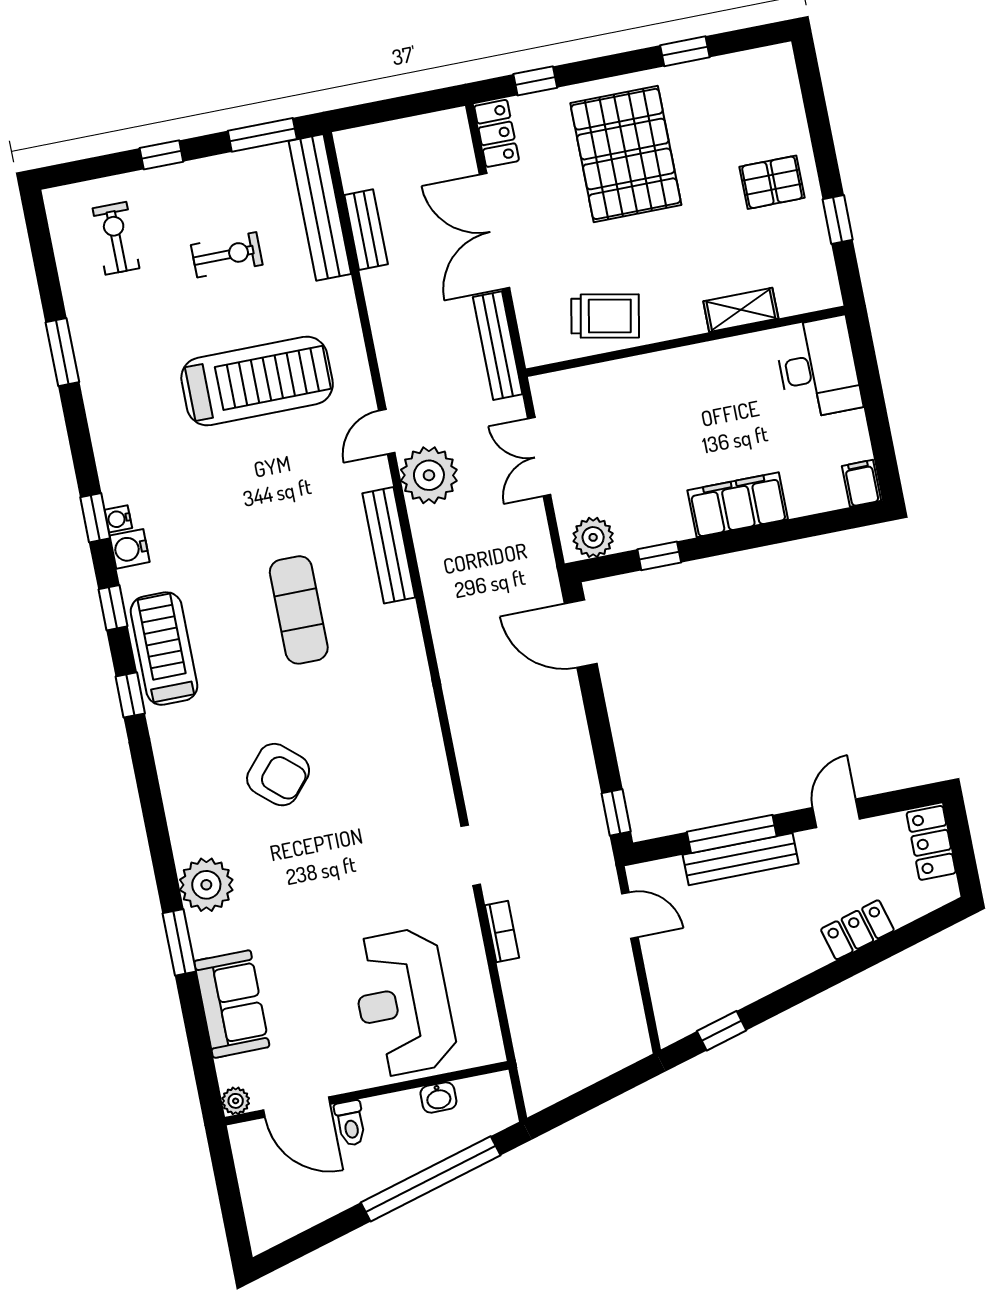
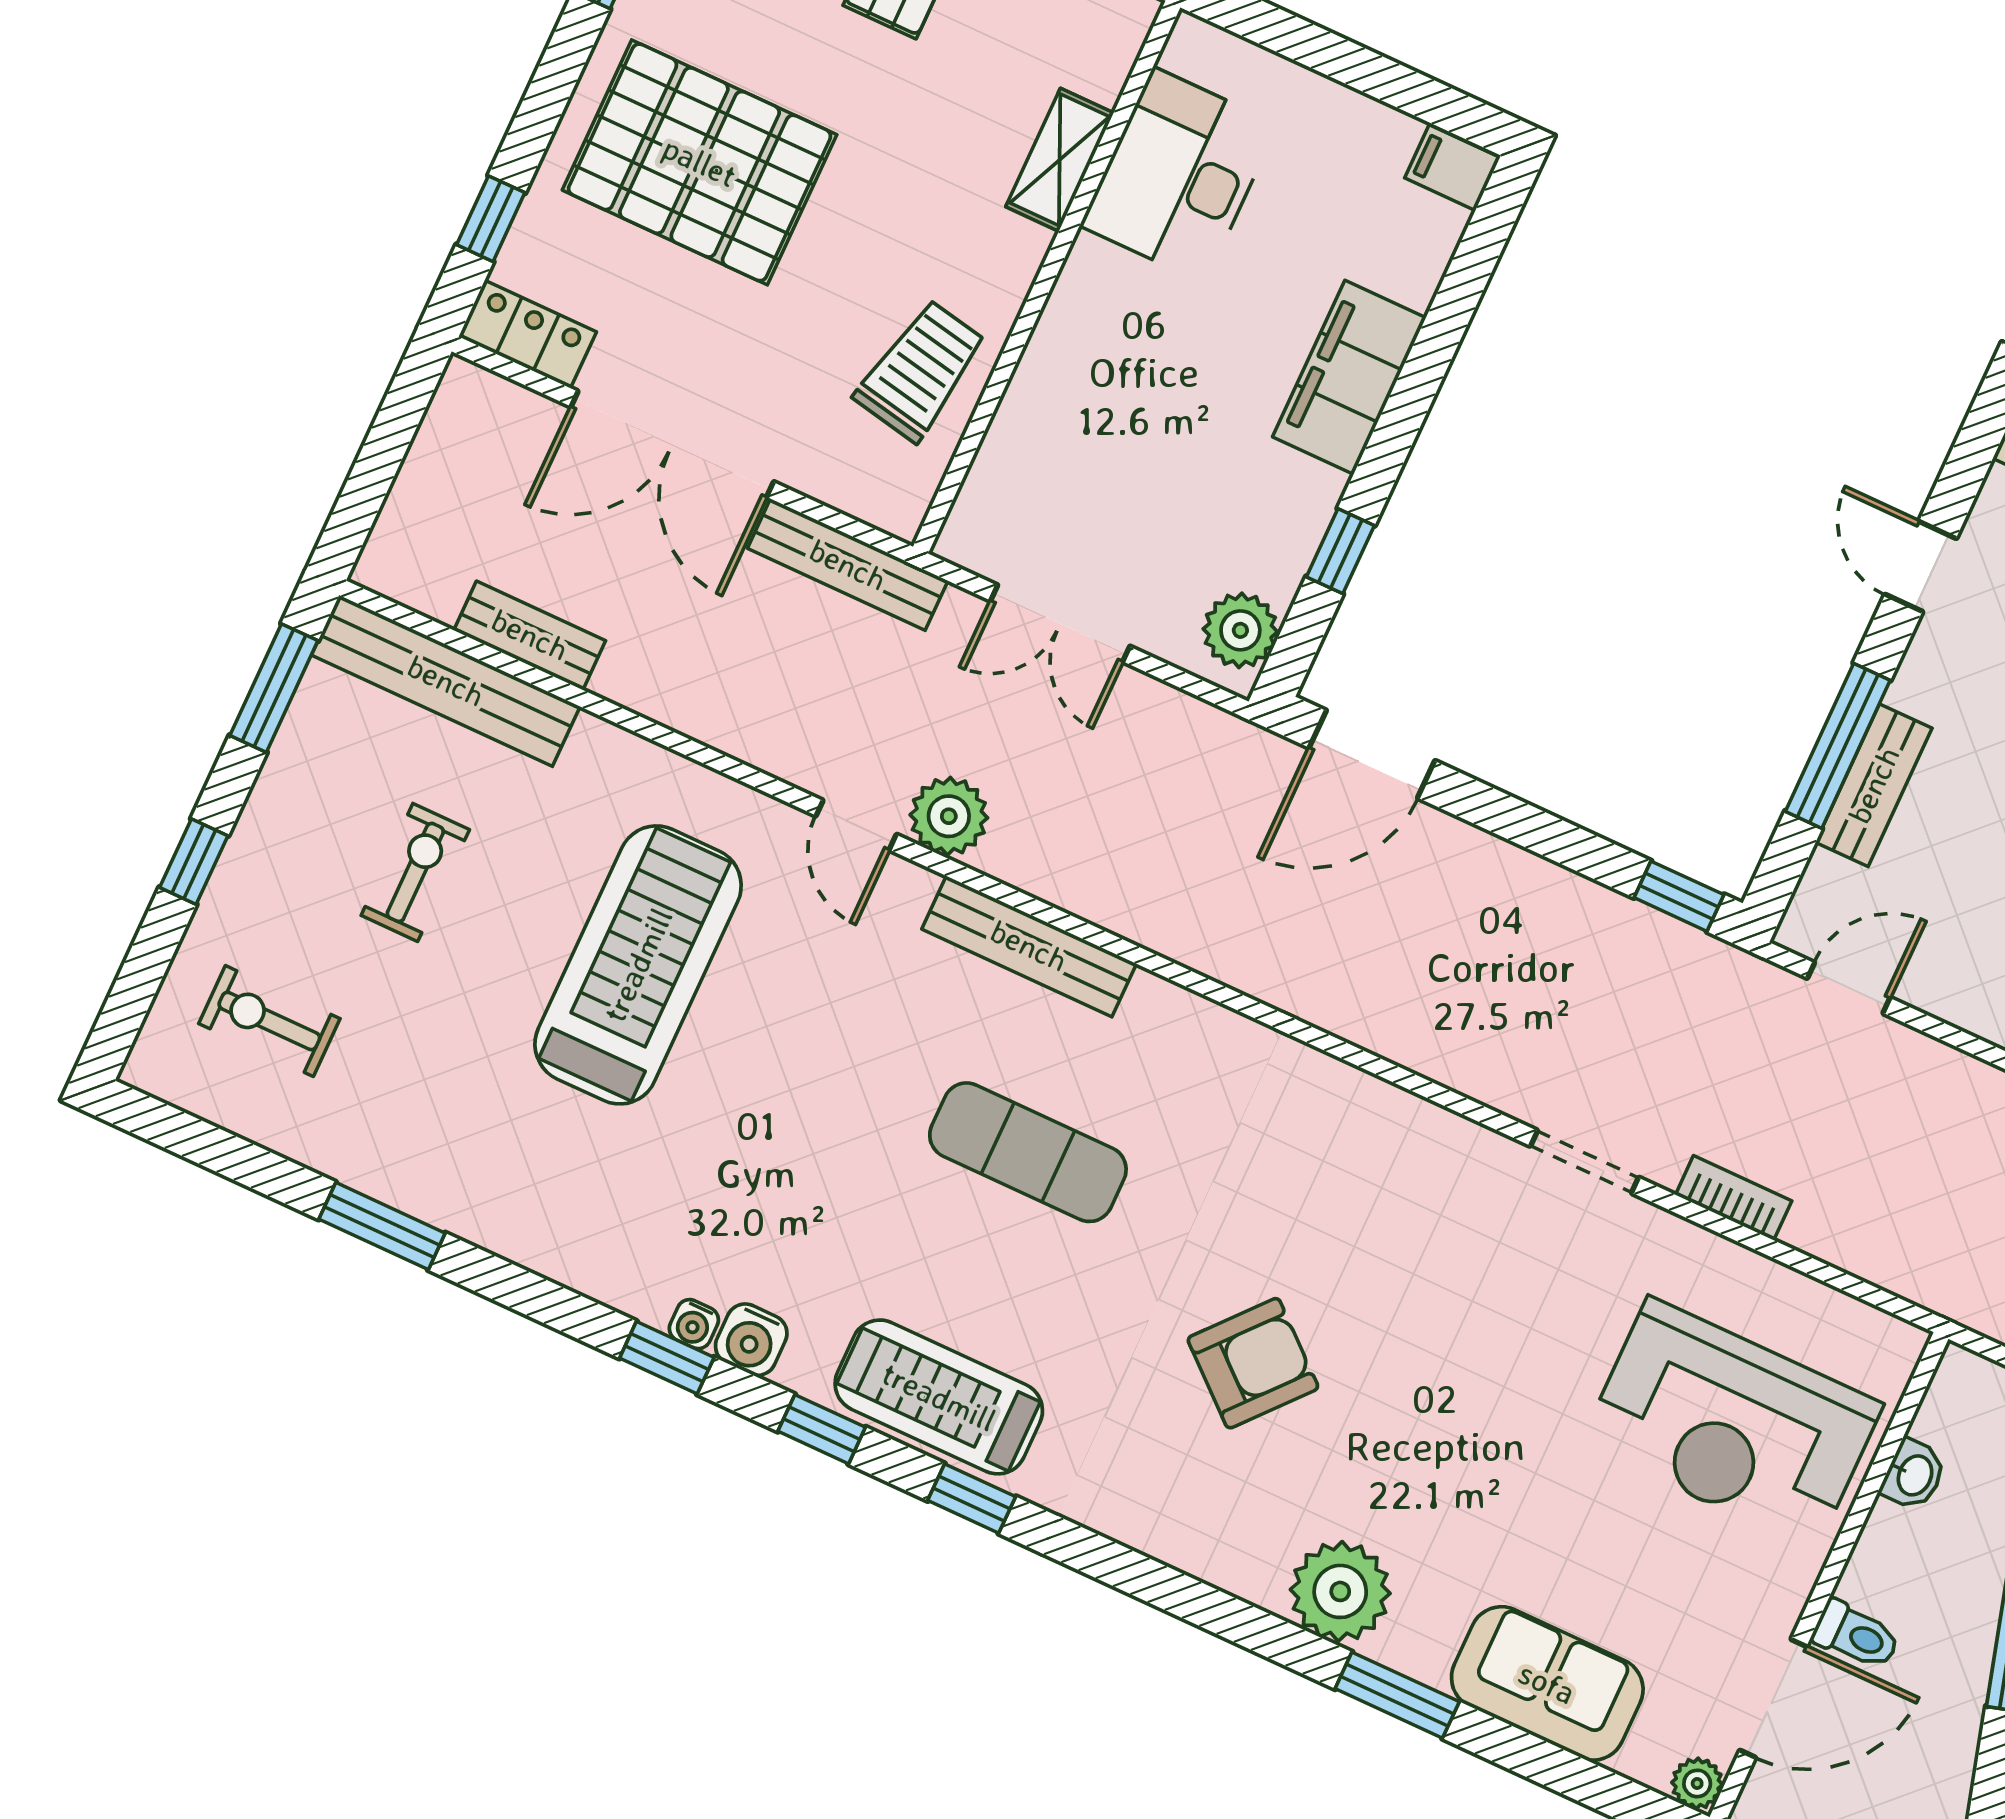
desk: (818, 368) -> (1179, 175), moved, turned -90
plant: (429, 475) -> (949, 816), width x0.73, depth x0.73
bench: (741, 859) -> (1874, 785), width x0.73

